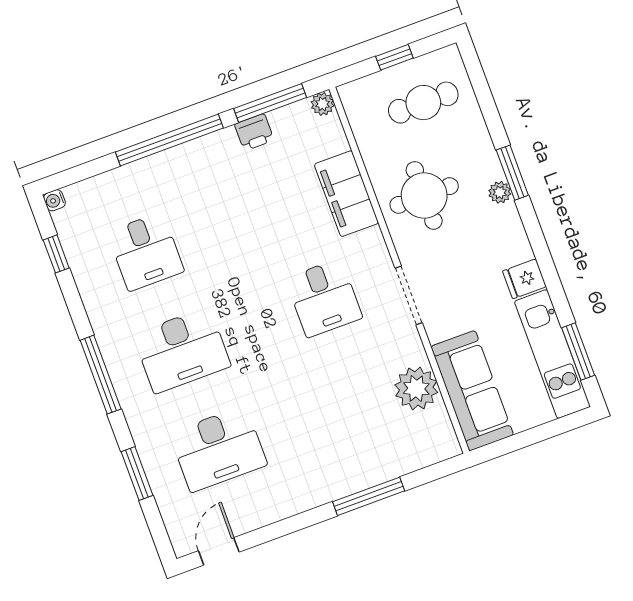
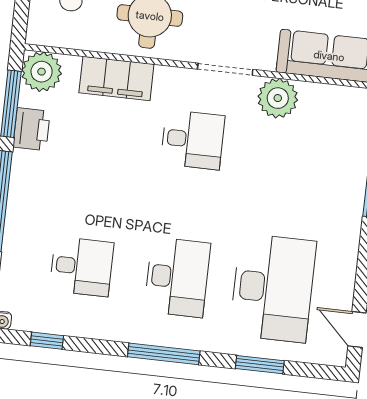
plant: (323, 104) -> (42, 72), width x1.88, depth x1.88
printer: (254, 132) -> (32, 129), width x1.36, depth x1.24
plant: (416, 389) -> (278, 98), moved
desk: (218, 449) -> (273, 288), width x1.36, depth x1.30

